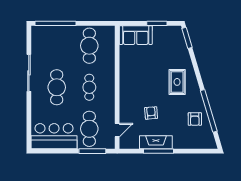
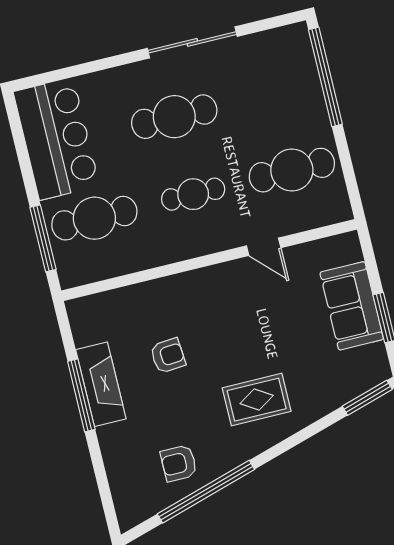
sofa: (136, 35) -> (352, 306), moved
door: (117, 130) -> (264, 247), moved

